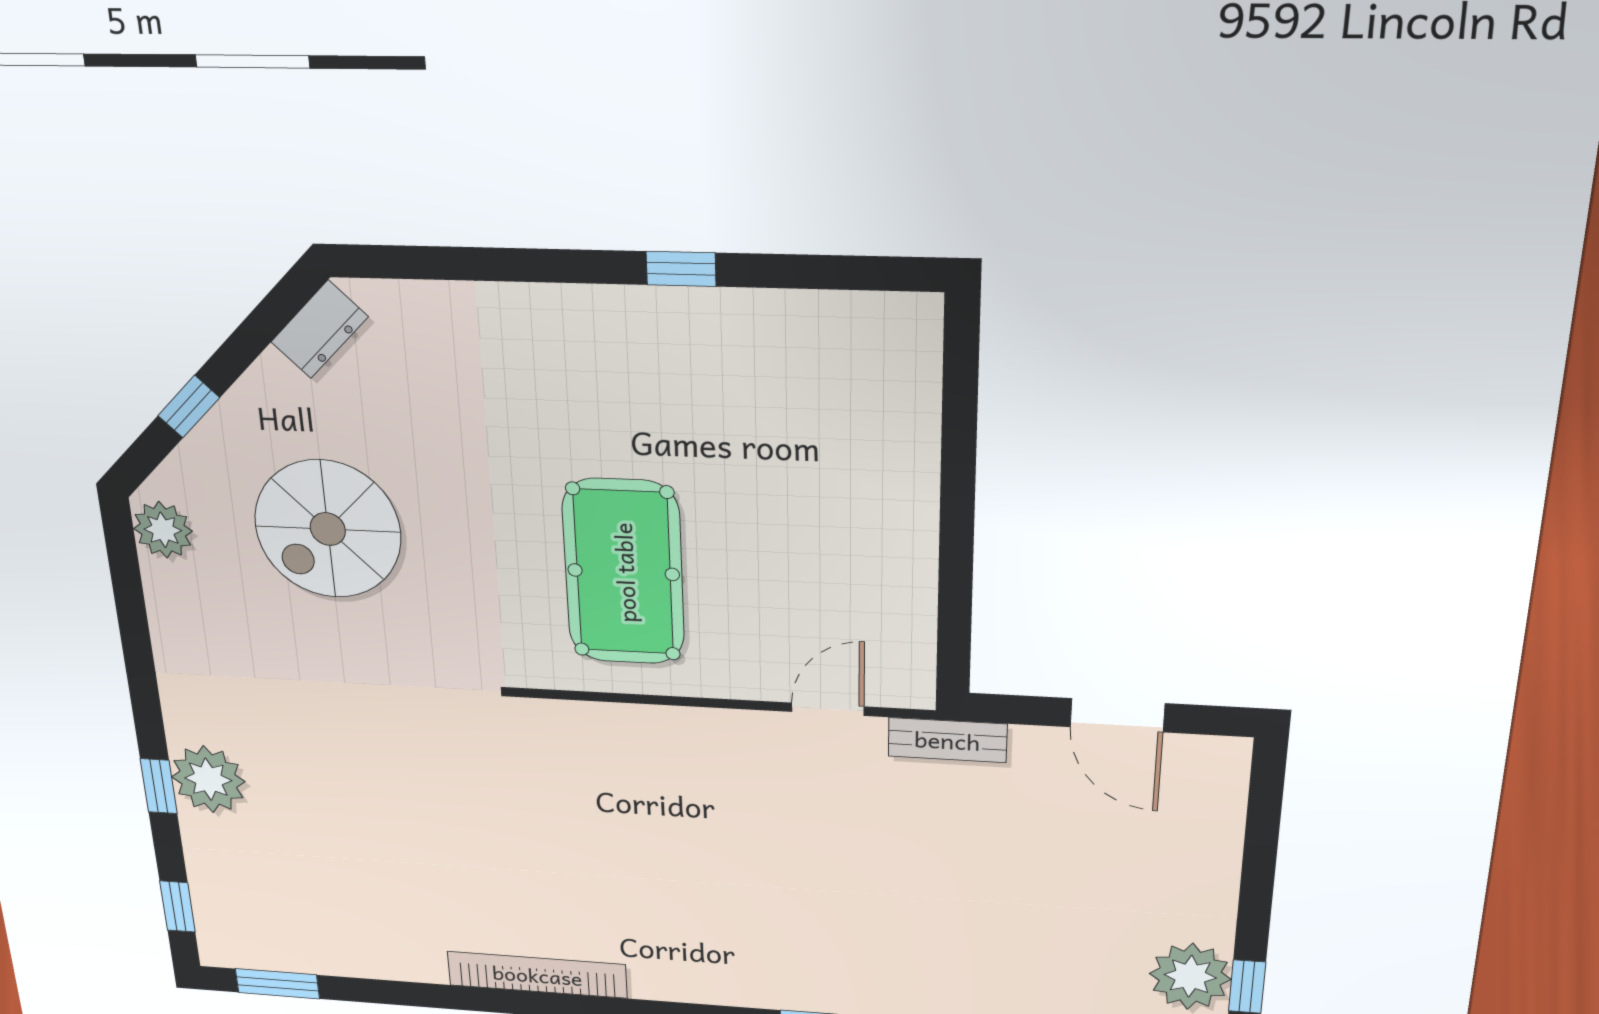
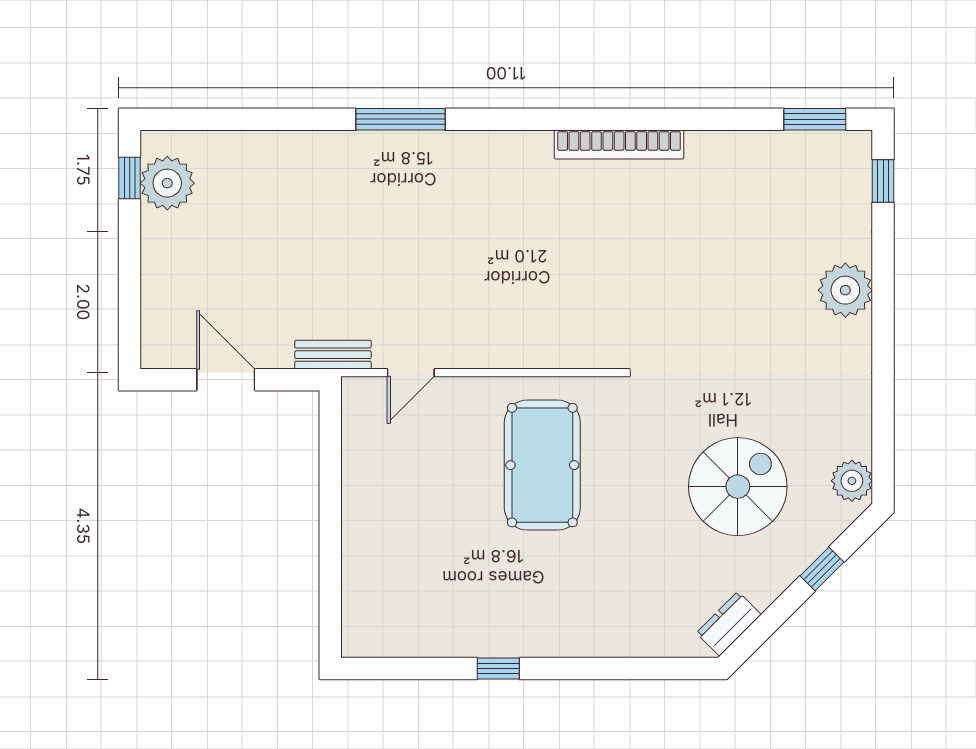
window: (159, 786) -> (883, 282), removed

